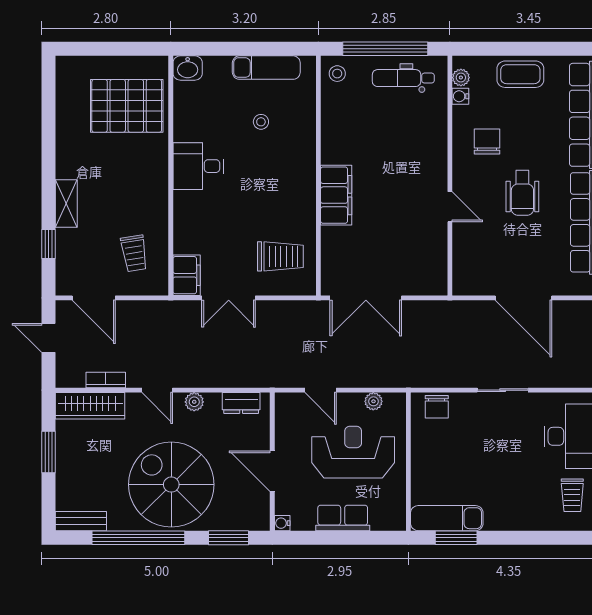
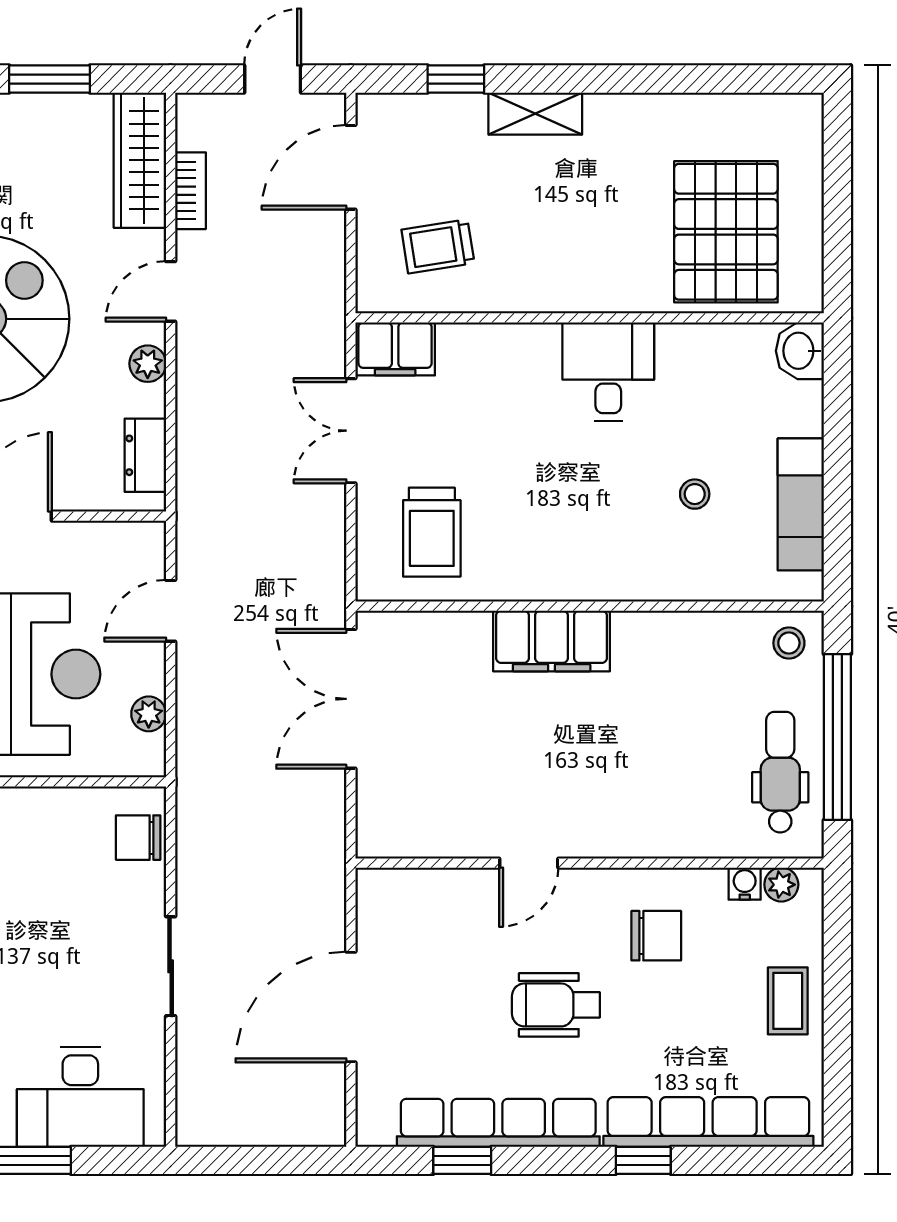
coffee table: (520, 74) -> (788, 1001), width x0.73, depth x0.77

